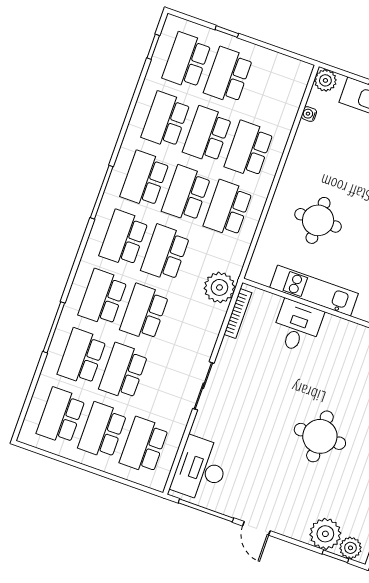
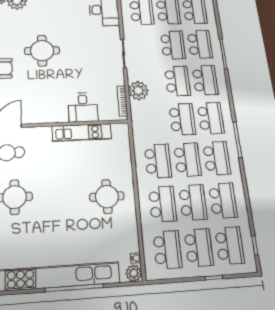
school desk: (270, 90) -> (167, 250), added
water cooler: (309, 114) -> (136, 258), moved
round table: (318, 220) -> (107, 197), moved
plant: (219, 287) -> (138, 91), moved

